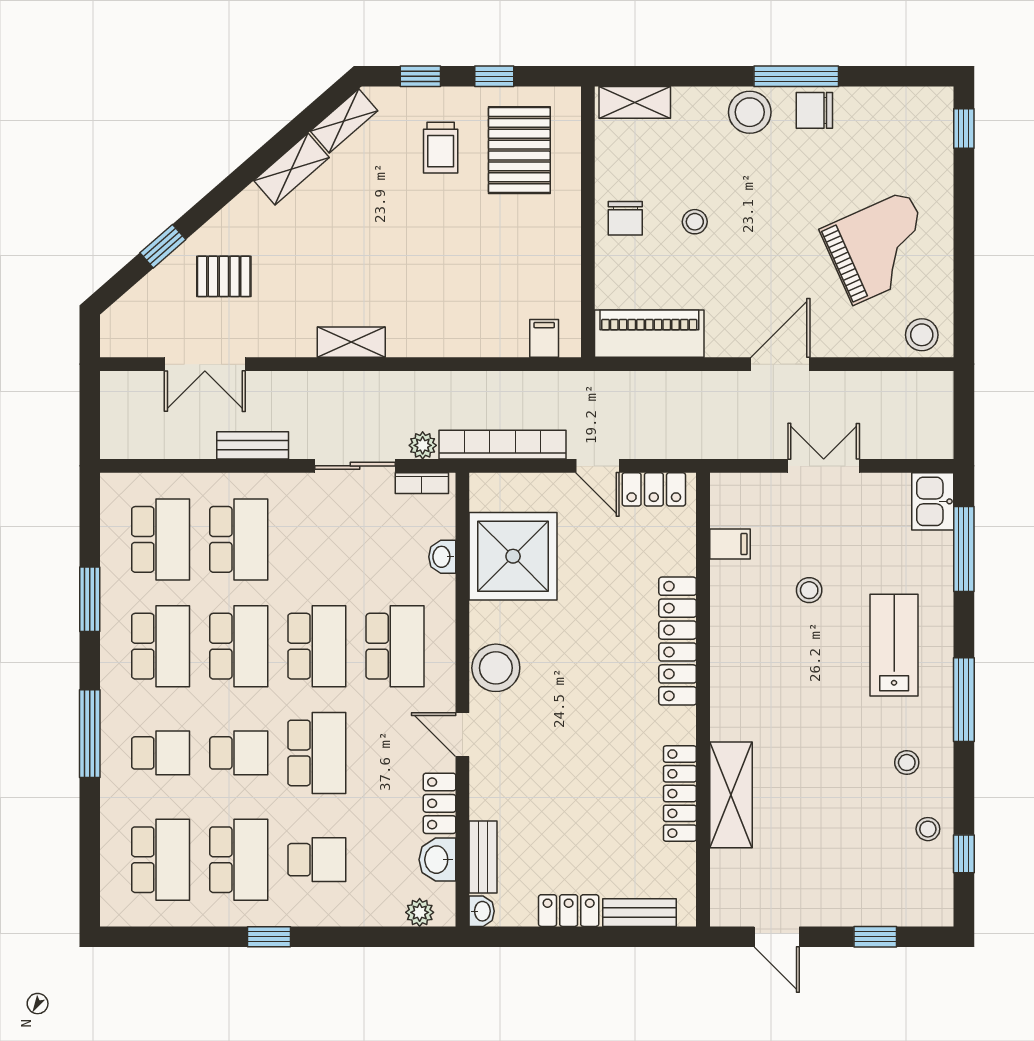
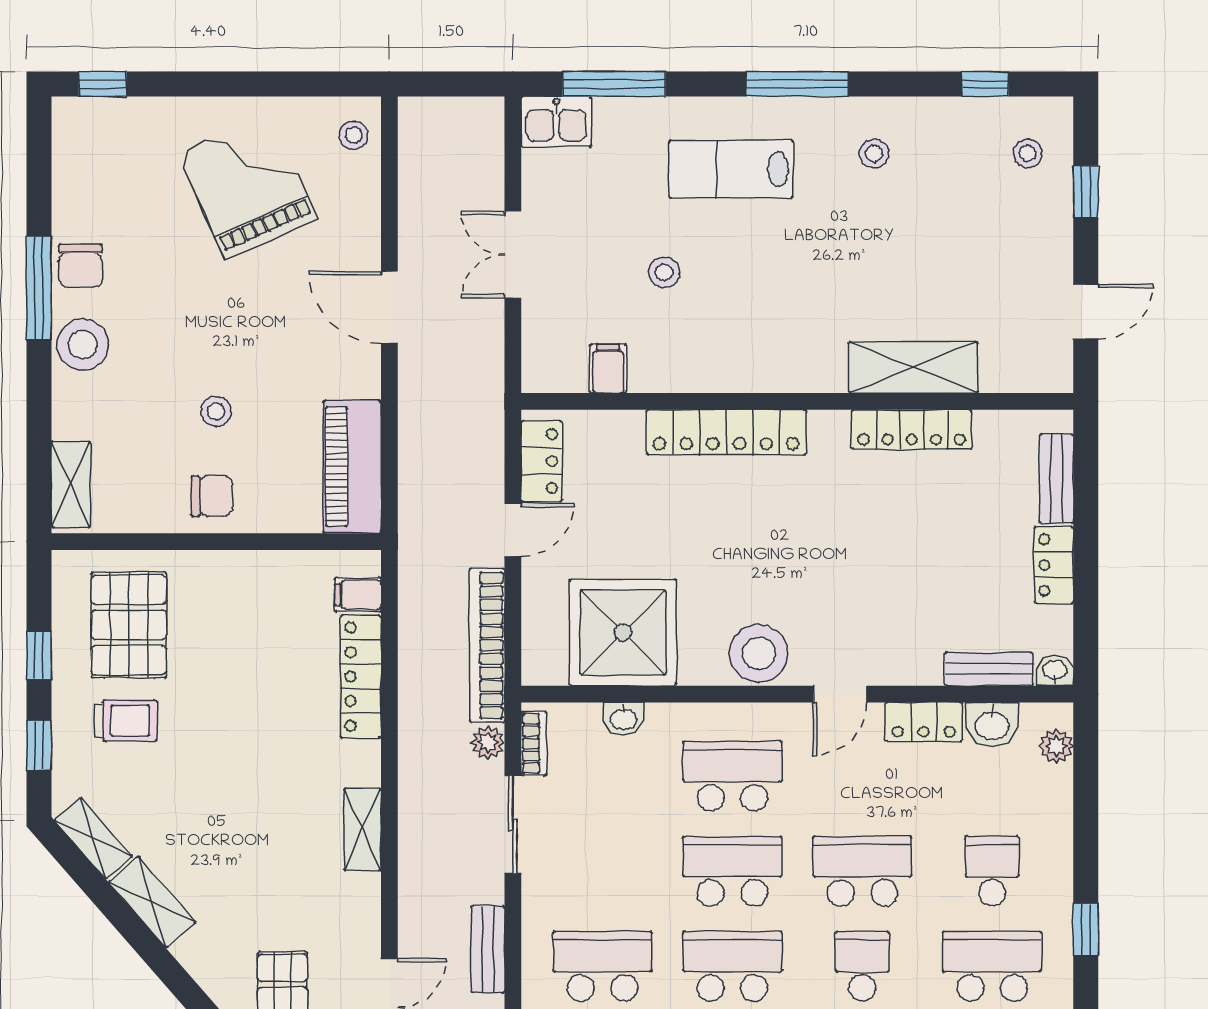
pallet: (519, 150) -> (129, 625), turned 90
stool: (922, 335) -> (354, 135), width x0.73, depth x0.73
locker: (477, 341) -> (361, 677), added
stool: (928, 829) -> (1028, 153), moved

